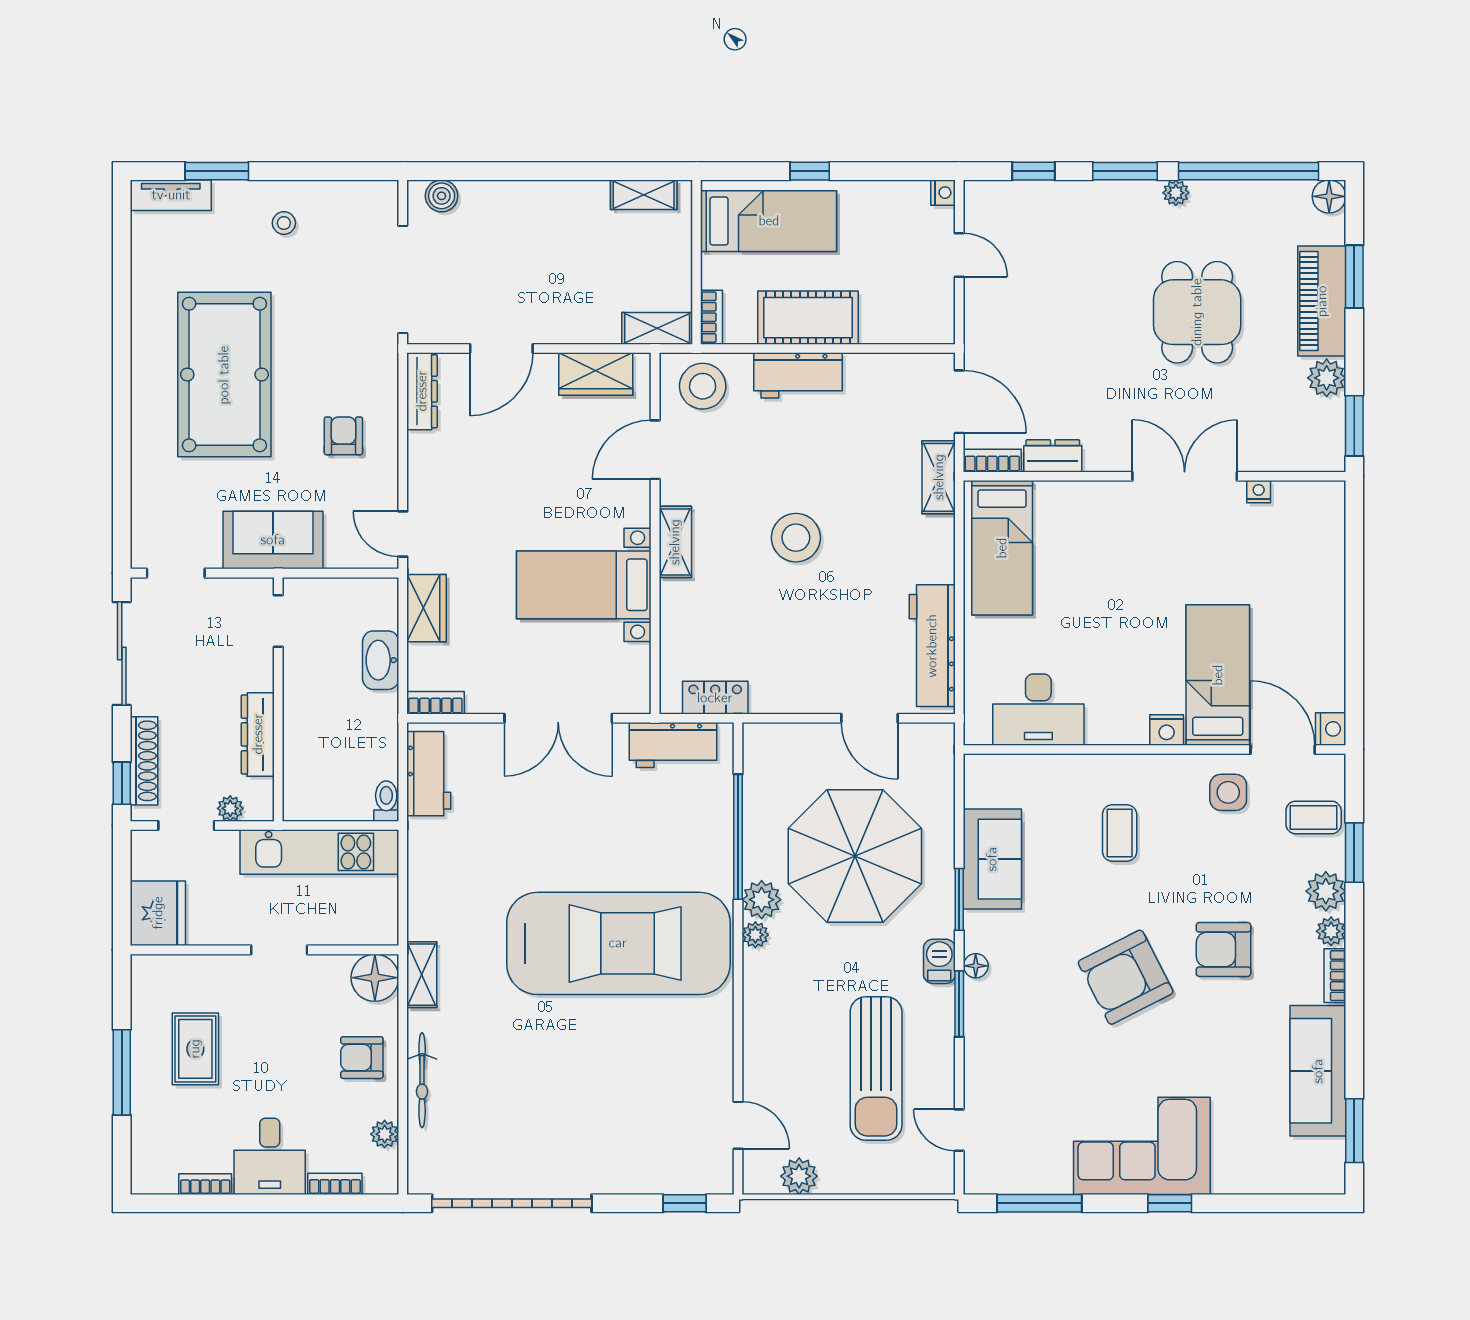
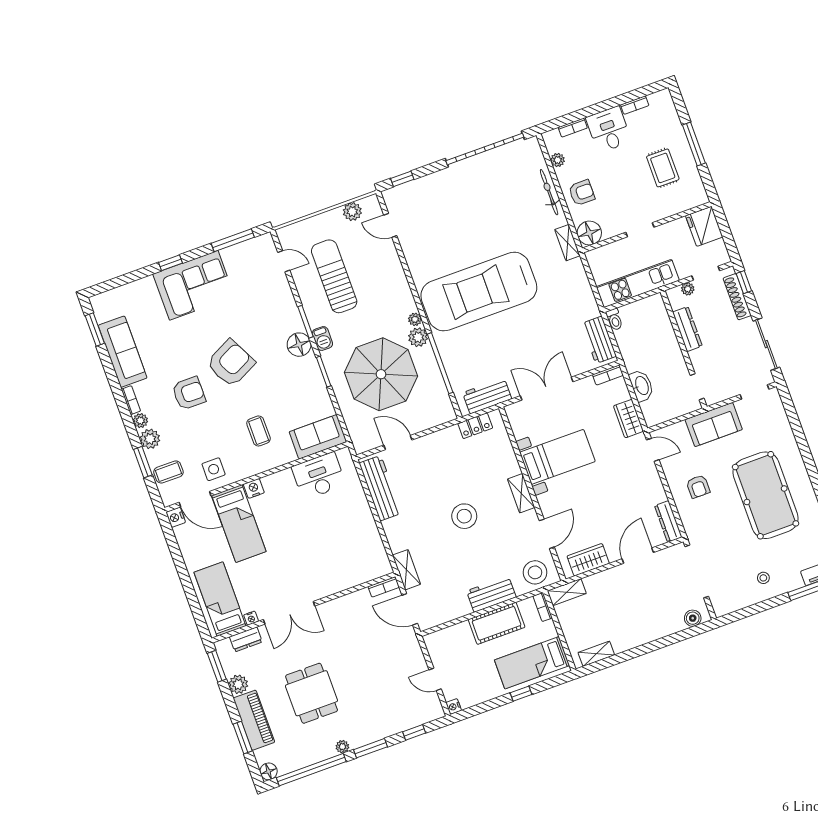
dresser: (1053, 456) -> (246, 639), moved
bed: (1002, 548) -> (220, 599), moved
sofa: (992, 859) -> (318, 437), moved, turned 90
floor lamp: (976, 966) -> (299, 345), width x1.89, depth x1.89

